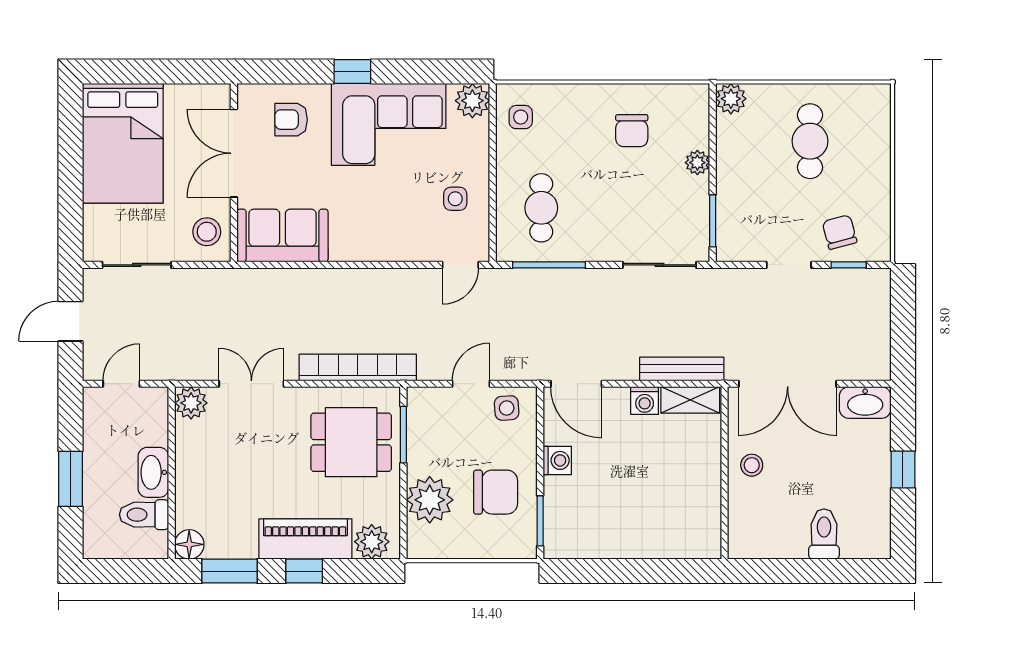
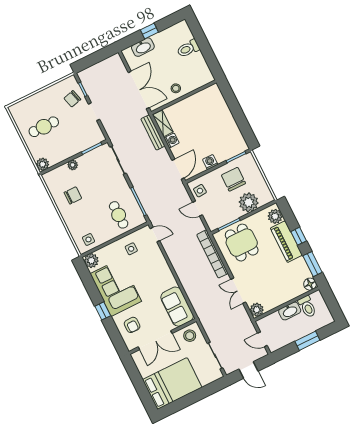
cafe table: (541, 208) -> (119, 215), turned 90
washbasin: (865, 403) -> (143, 47), moved, turned 90

